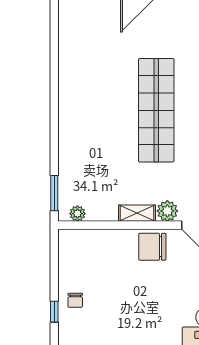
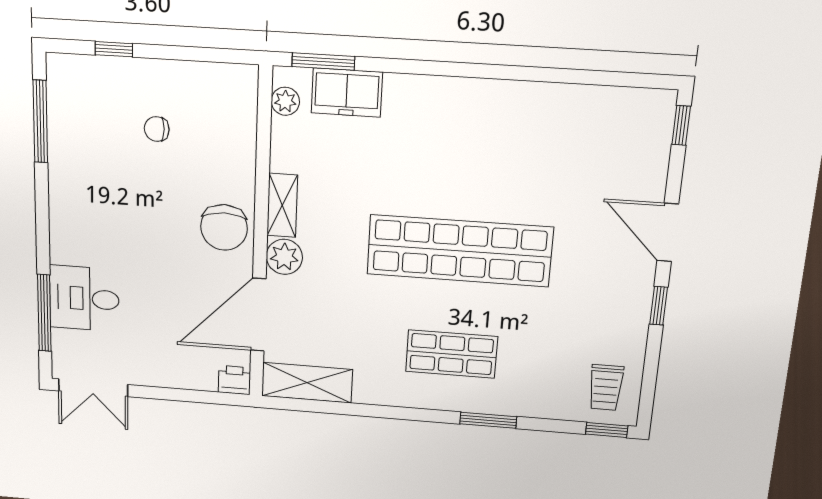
freezer: (71, 179) -> (347, 93), added
chair: (152, 247) -> (224, 227), turned 180
chair: (75, 300) -> (157, 129), moved

